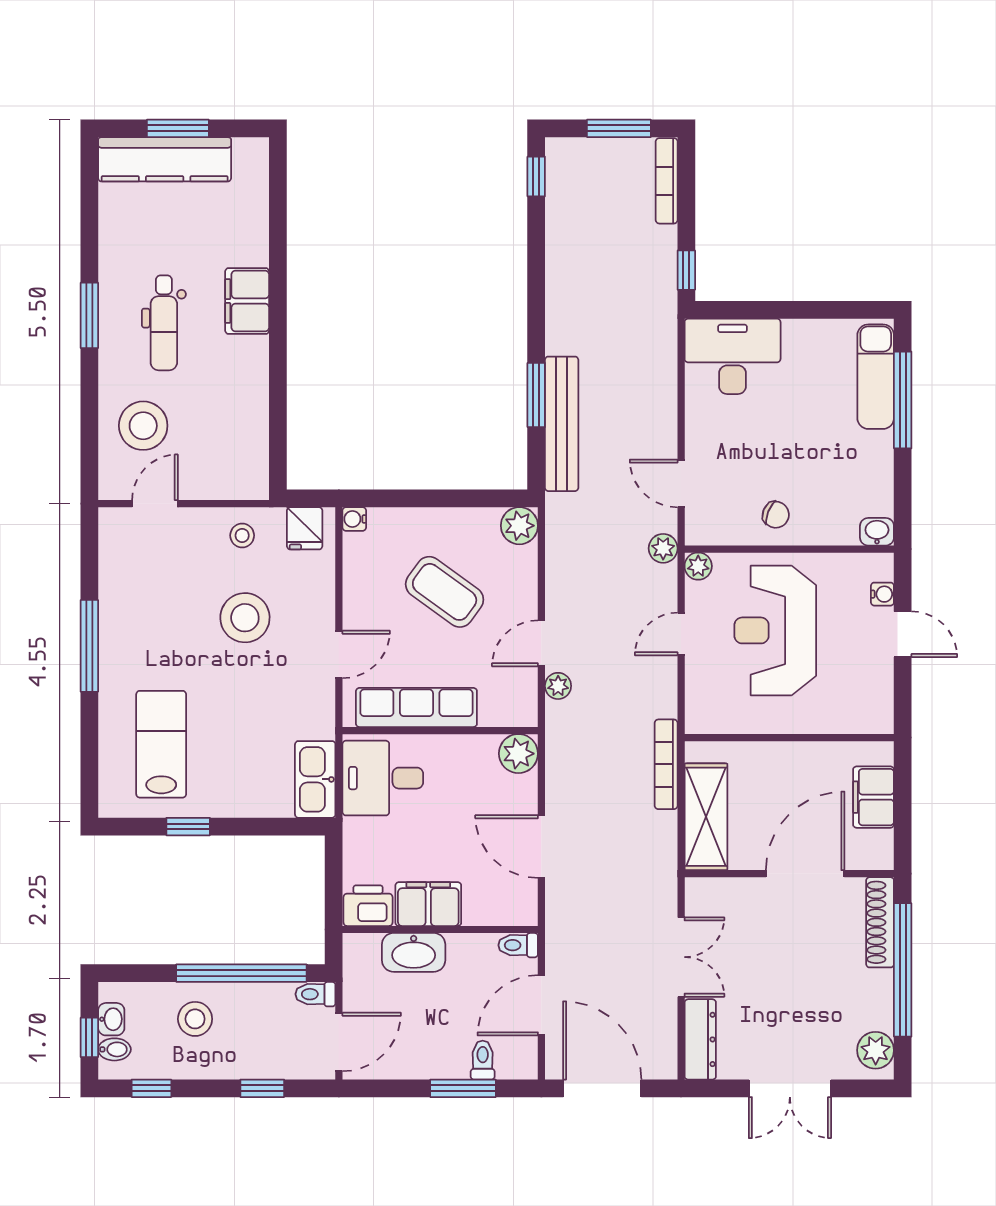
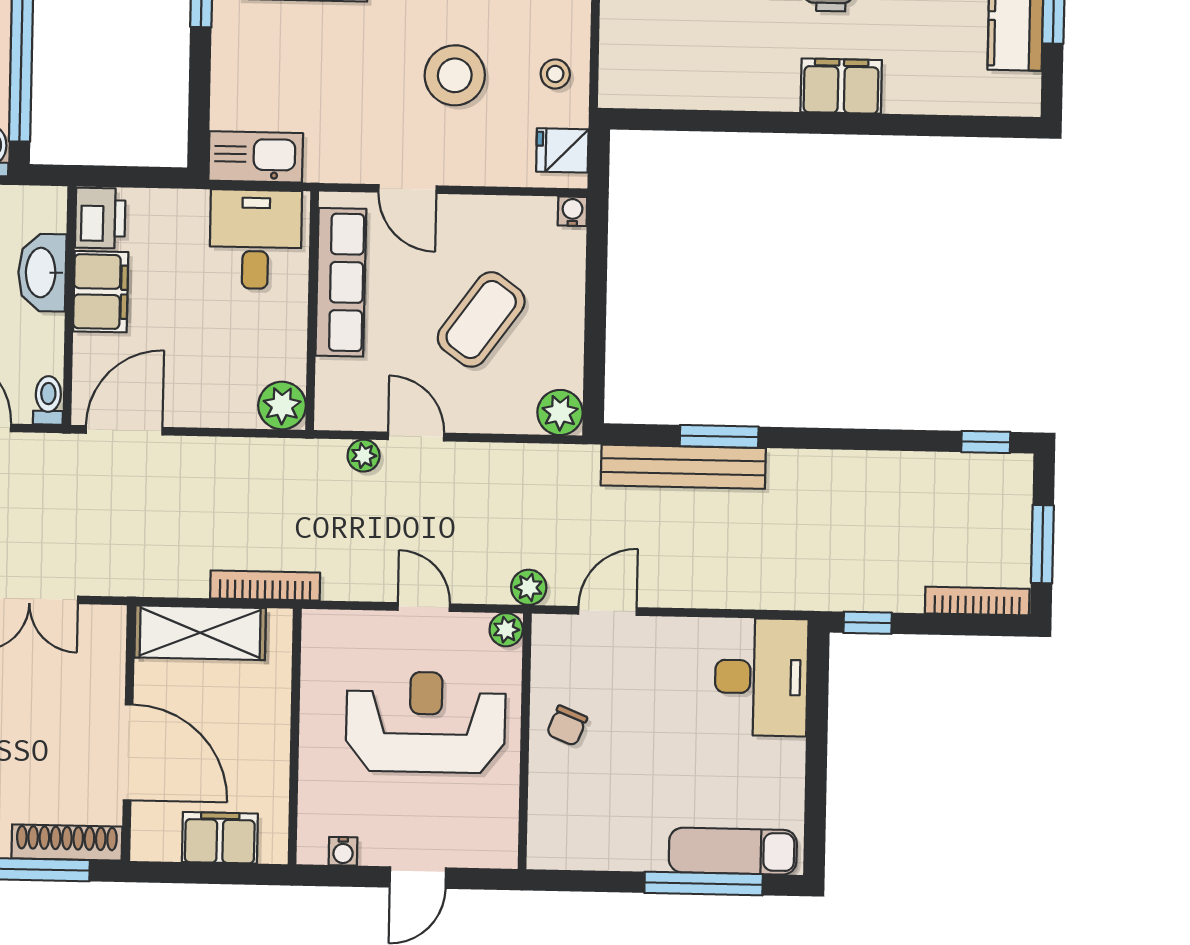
washbasin: (877, 532) -> (544, 849), removed
water cooler: (882, 594) -> (343, 851), moved
door: (541, 847) -> (124, 430), moved

